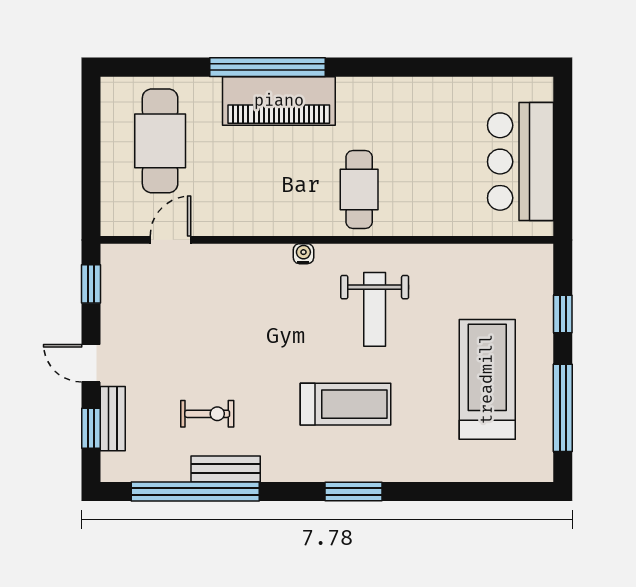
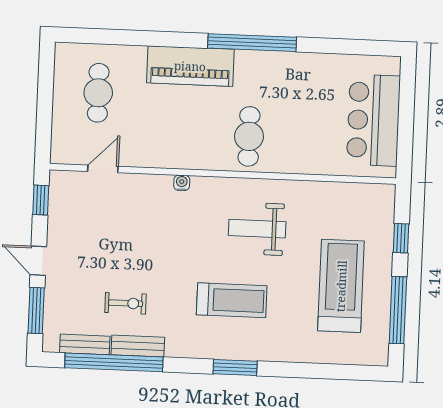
window: (267, 67) -> (252, 43), moved
cafe table: (160, 141) -> (98, 93), width x0.73, depth x0.74
water cooler: (303, 254) -> (182, 183), moved
weight bench: (375, 309) -> (257, 229), turned 90
bench: (113, 419) -> (85, 344), moved, turned 90
window: (91, 428) -> (36, 311), width x1.50

